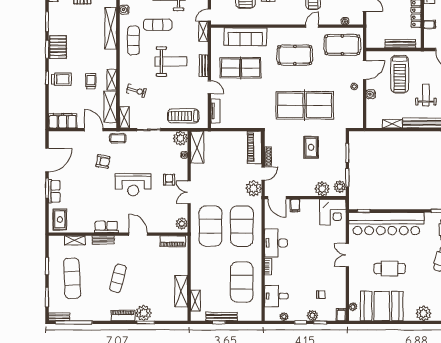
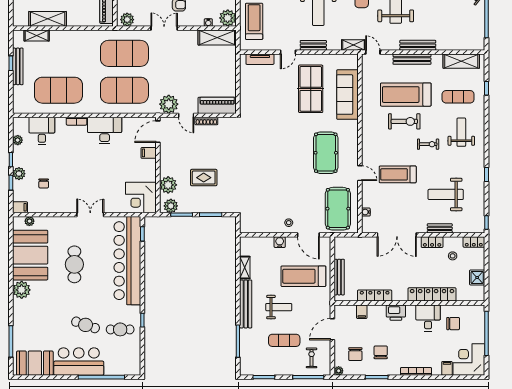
table tennis table: (305, 105) -> (267, 164), removed
rug: (311, 147) -> (204, 178), moved
plant: (424, 313) -> (22, 290), moved

